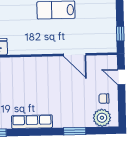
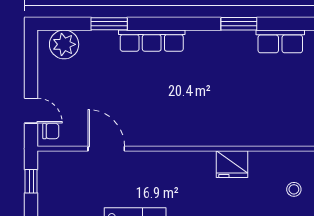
chair: (104, 99) -> (51, 131), moved
row of seats: (32, 122) -> (152, 41), moved

